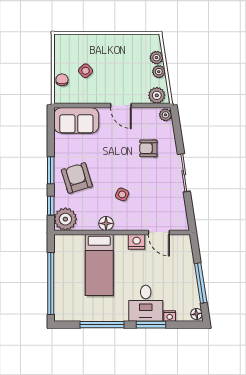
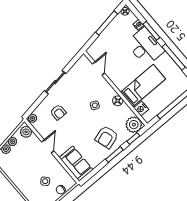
nightstand: (137, 242) -> (141, 109), moved
desk: (146, 303) -> (145, 47), width x1.37

